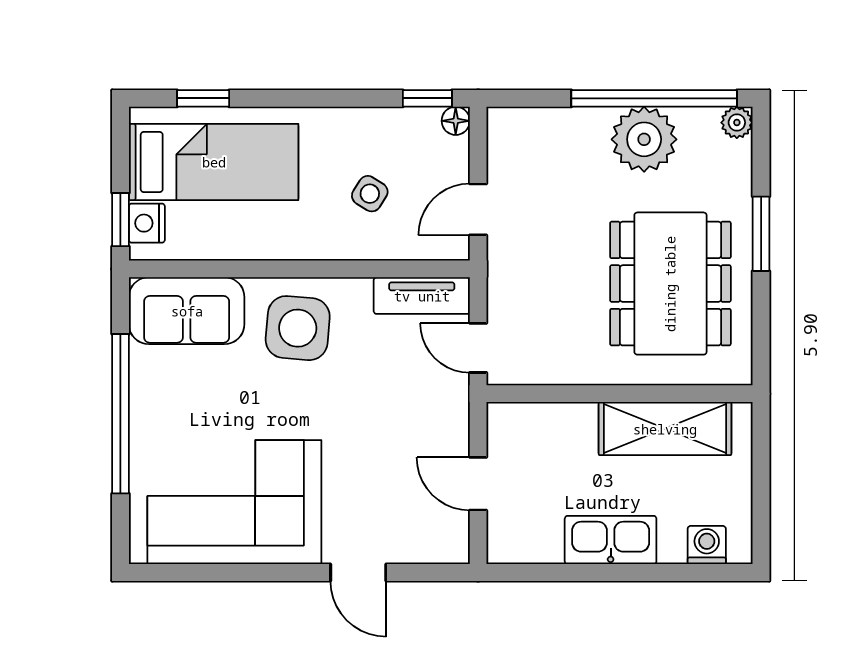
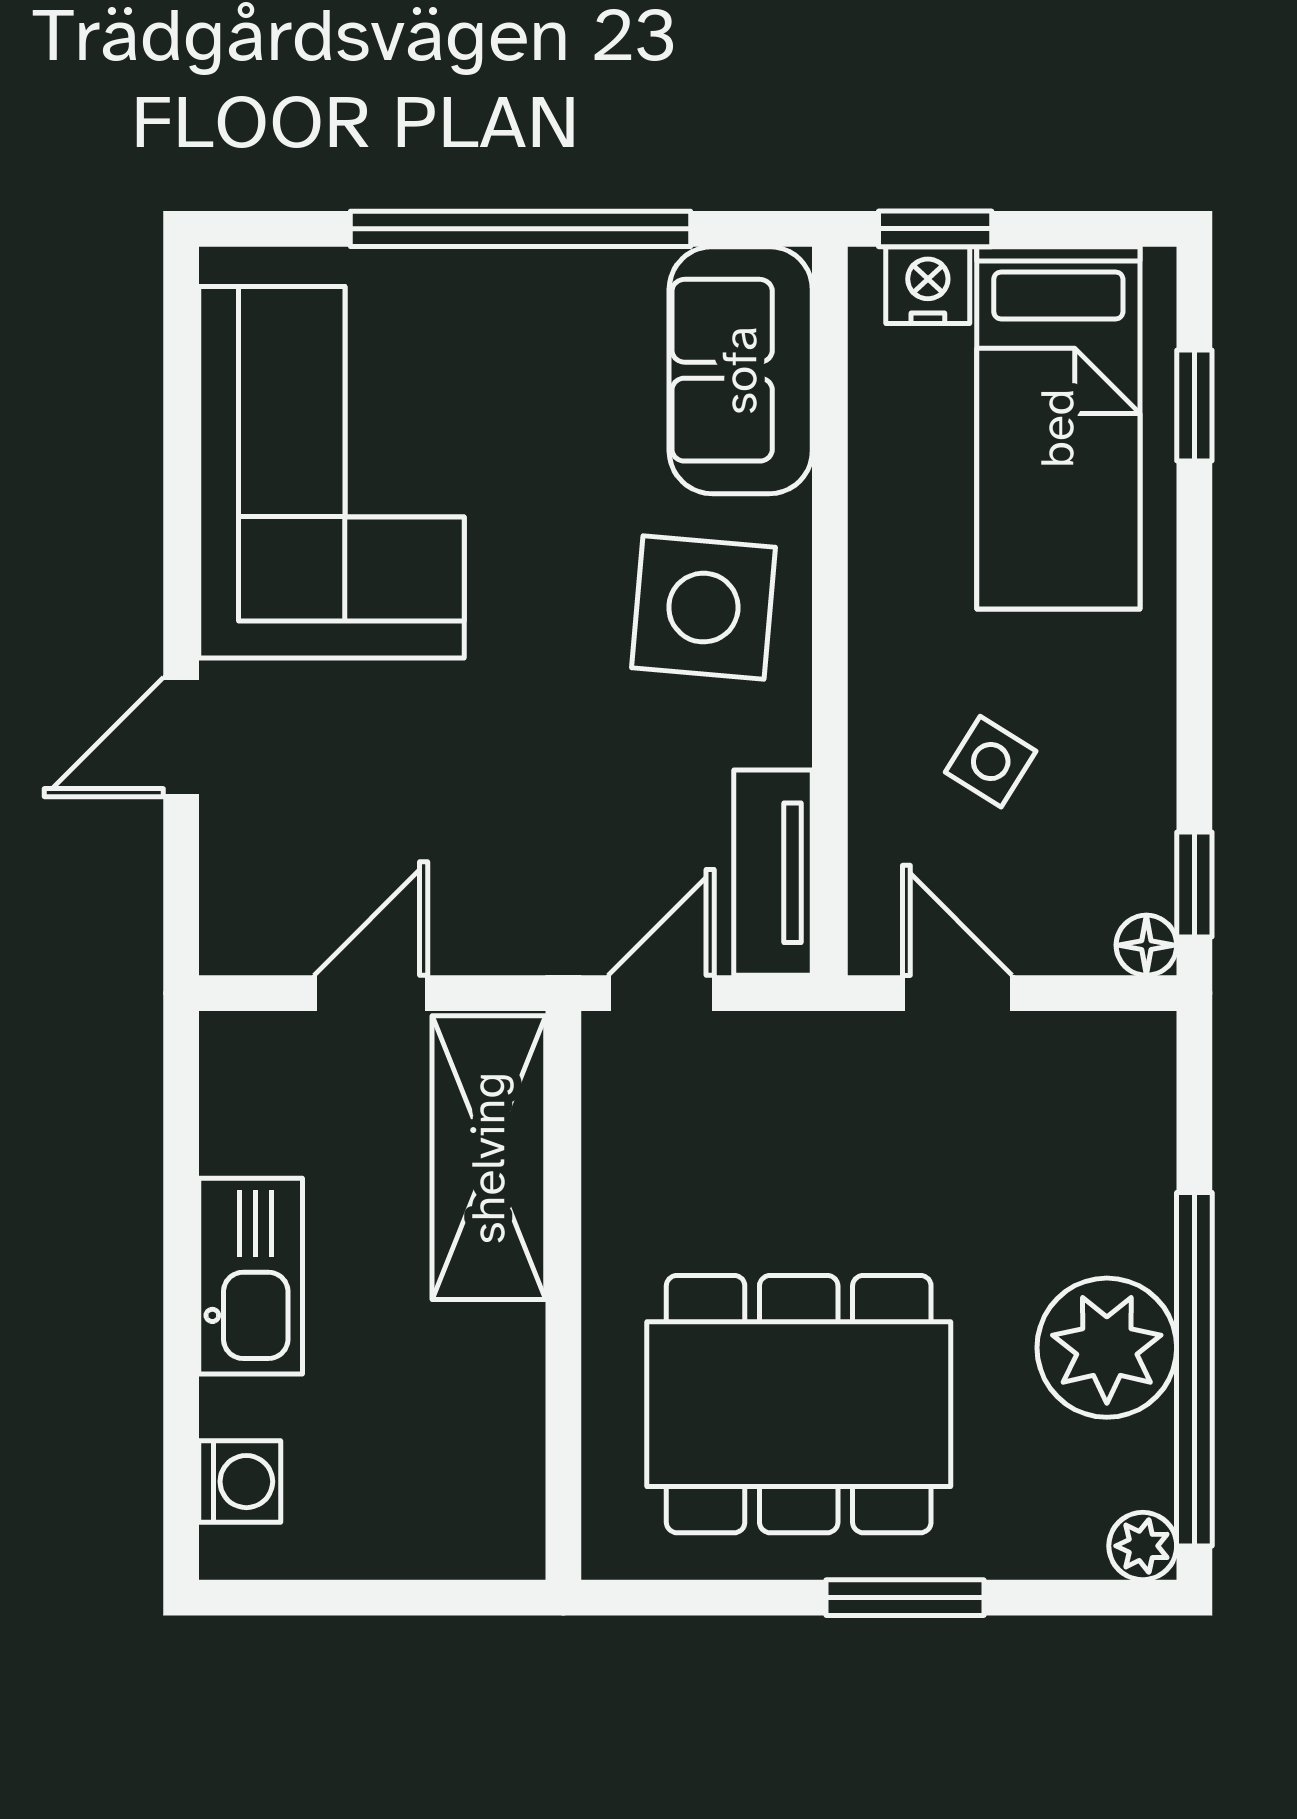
shelving: (665, 429) -> (489, 1158), moved

